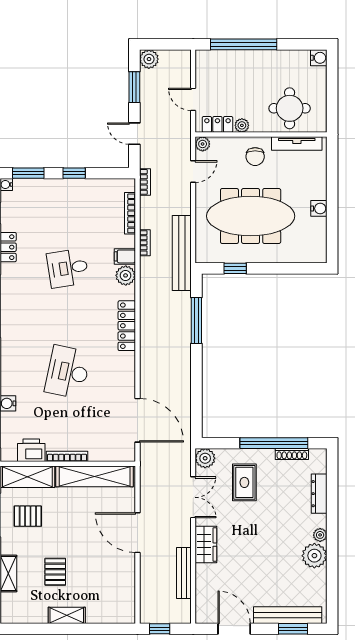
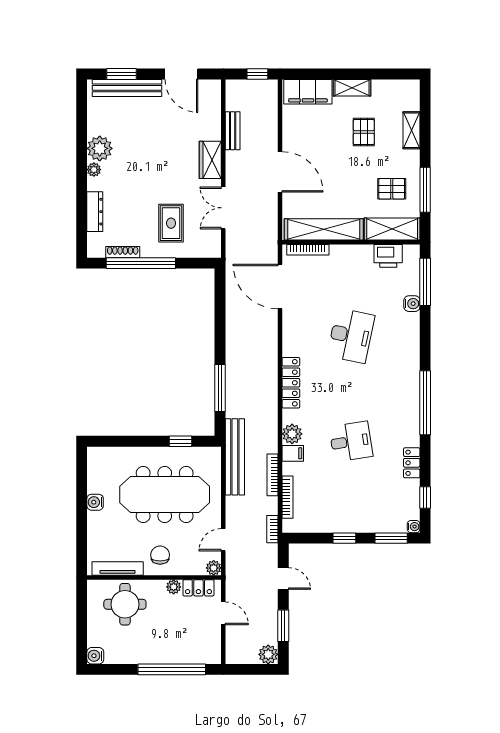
bookcase: (145, 243) -> (272, 475), width x1.56
bookcase: (67, 456) -> (308, 250), moved
plant: (205, 458) -> (211, 248), removed
bench: (184, 573) -> (233, 131), width x0.73
filing cabinet: (110, 611) -> (308, 92), added

